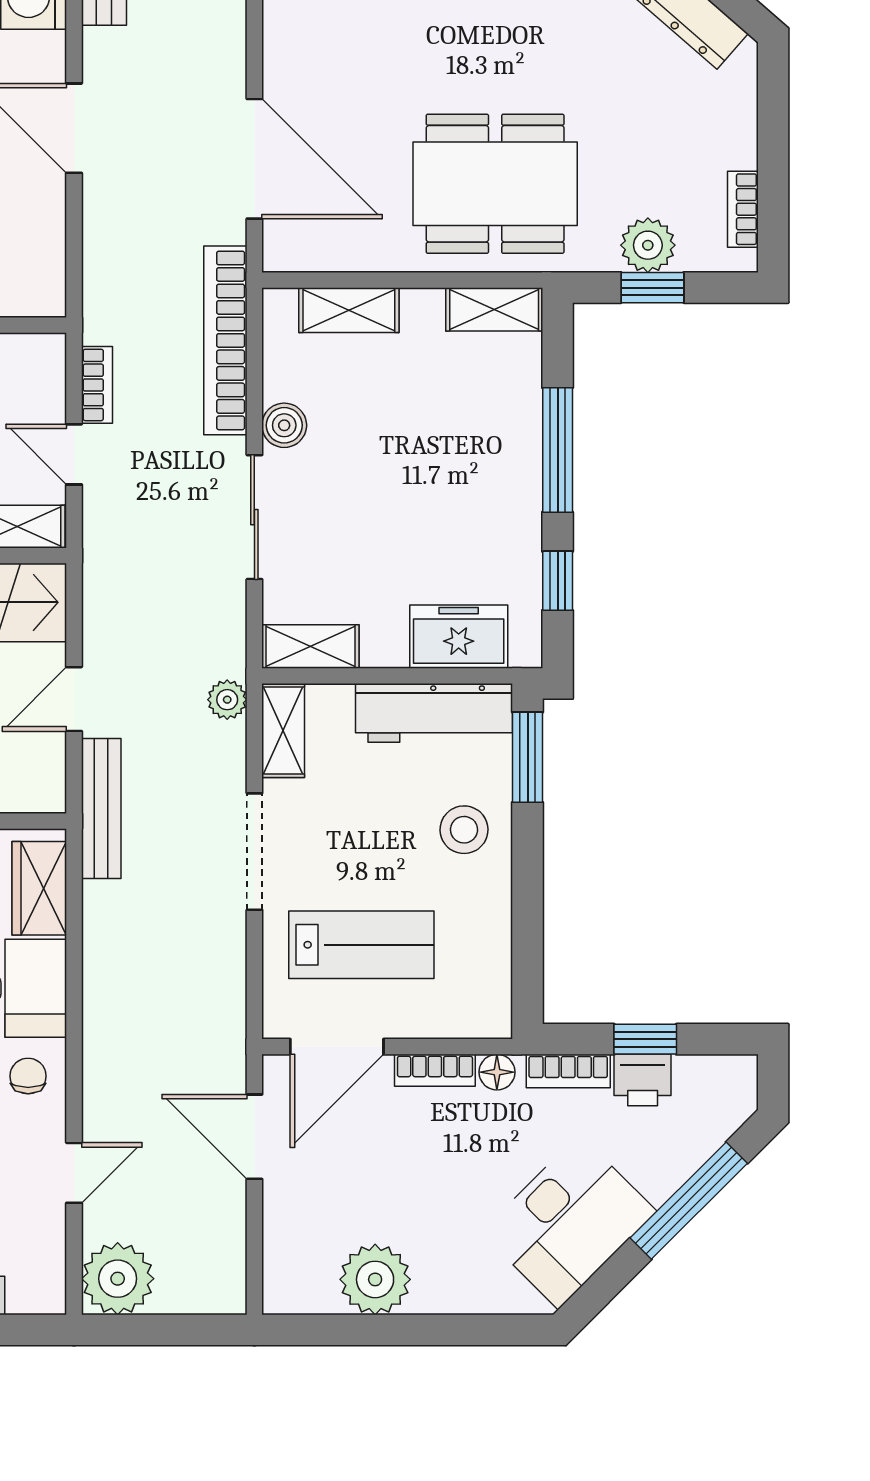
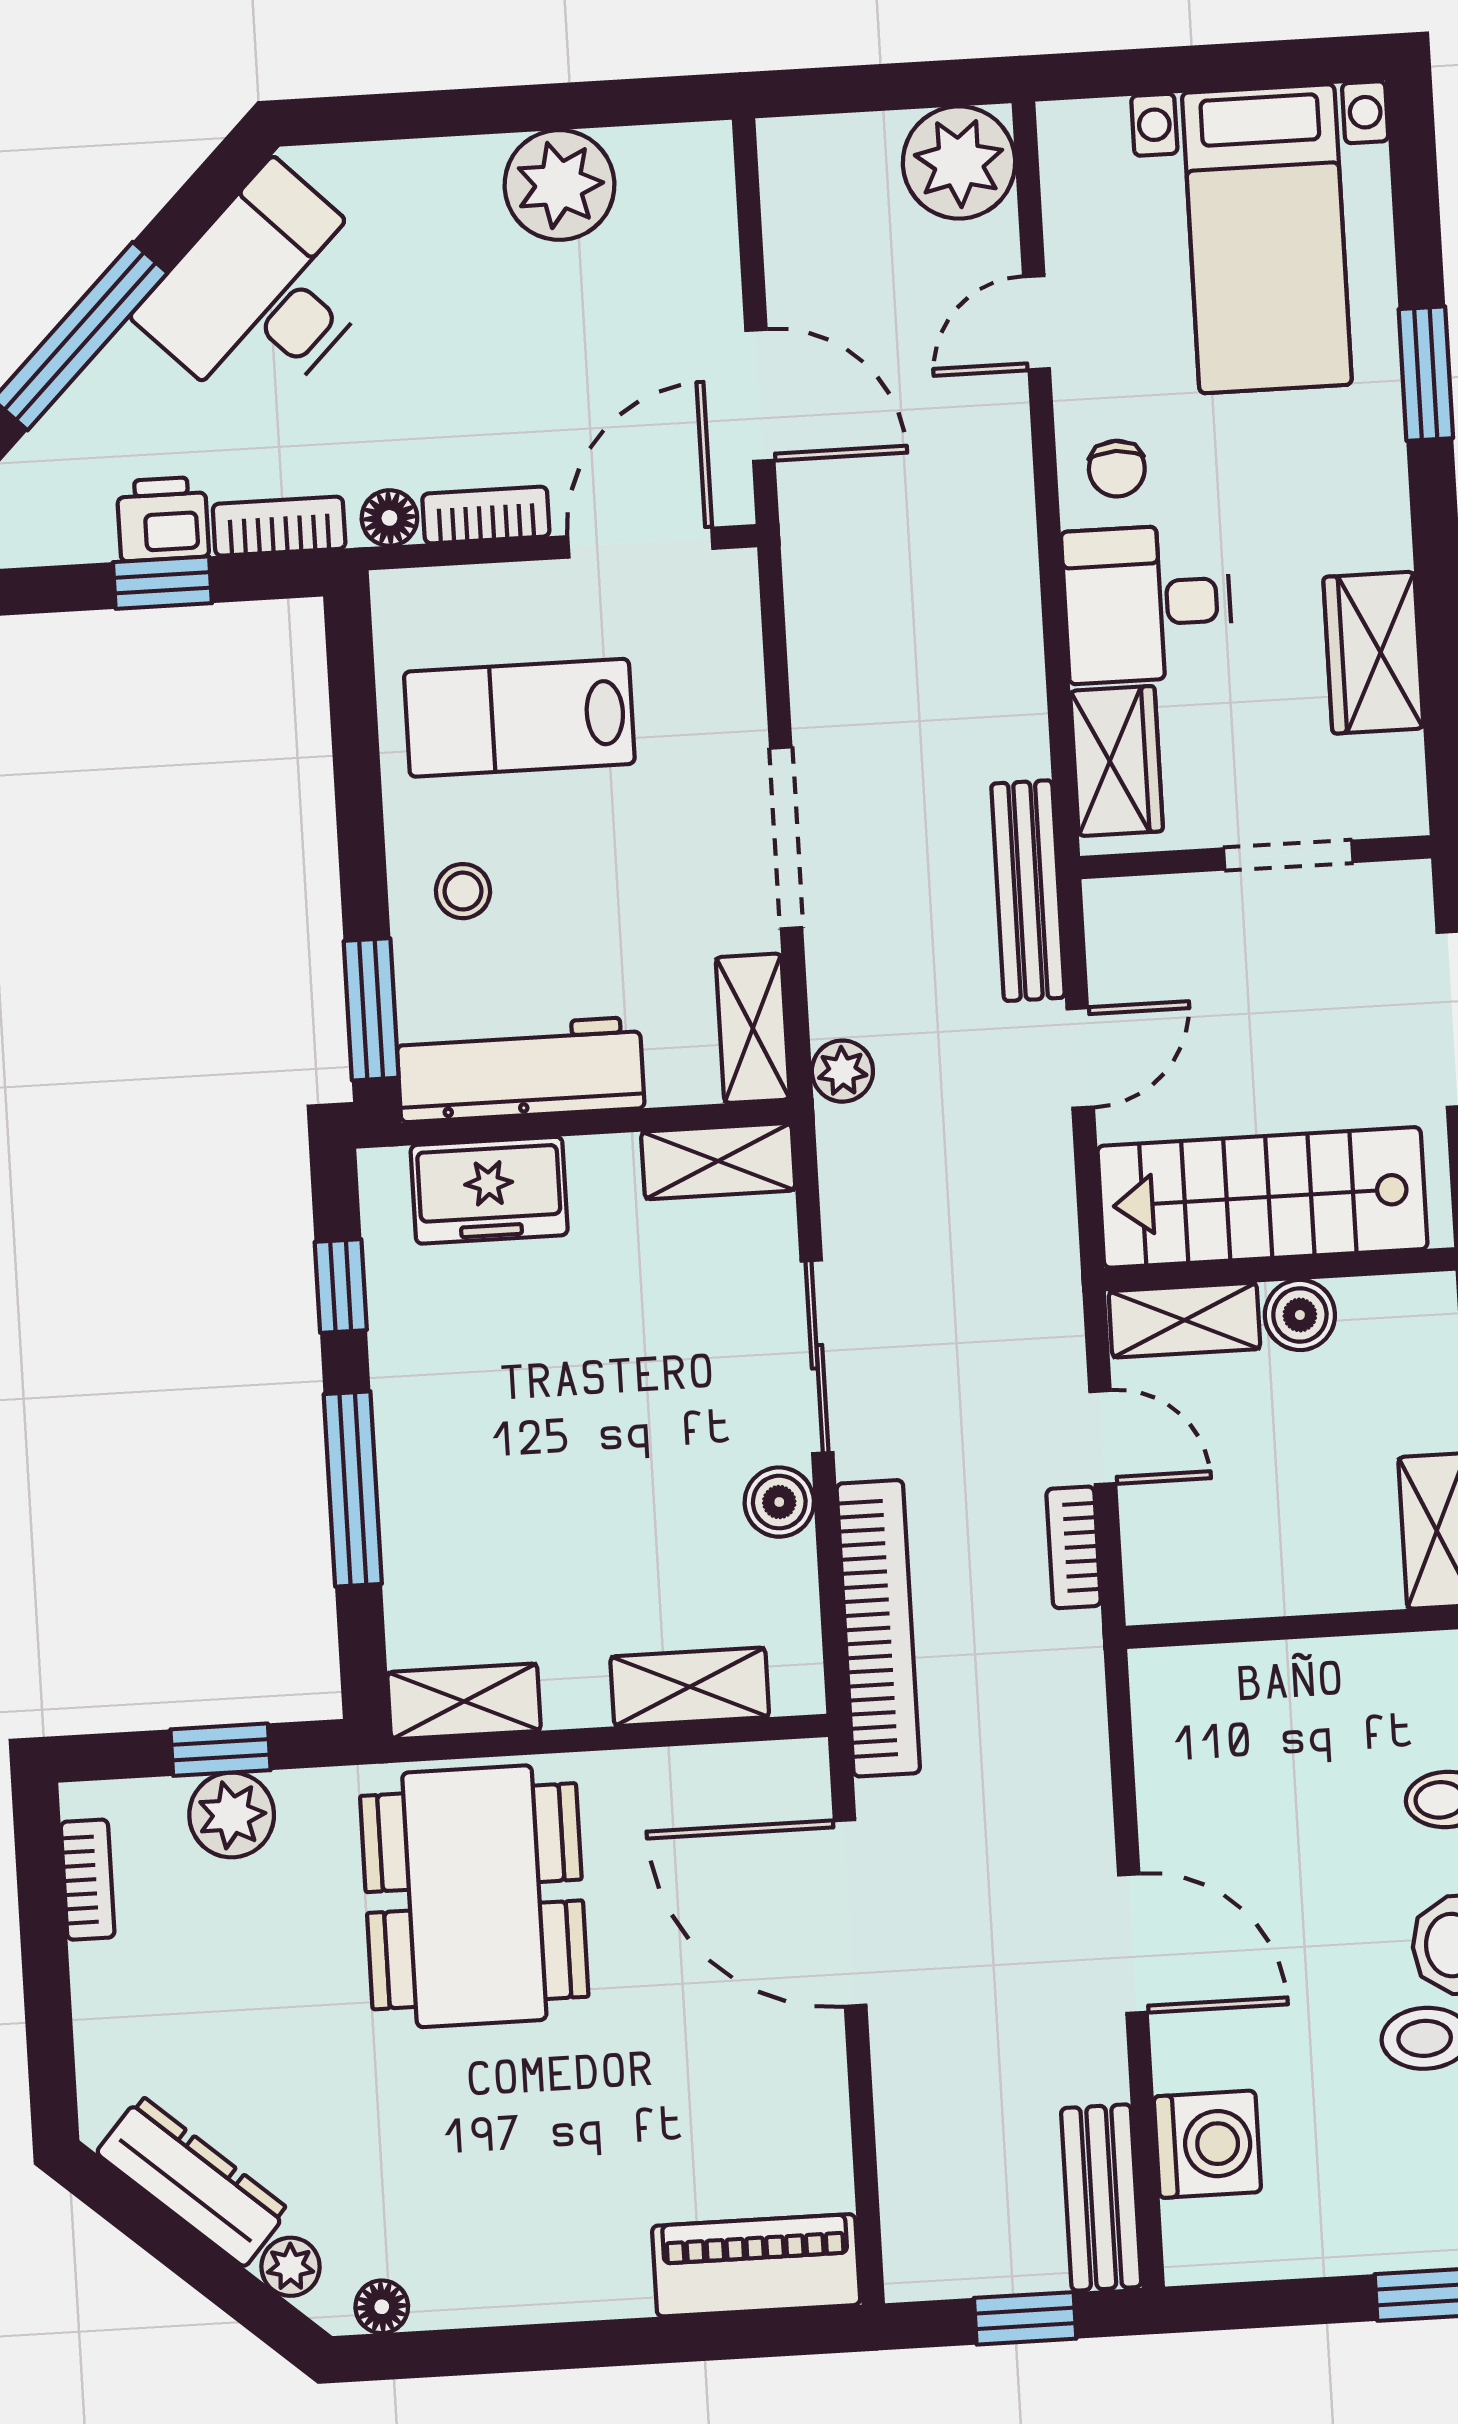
dining table: (495, 184) -> (474, 1896), turned 90
stool: (464, 830) -> (463, 891), width x0.73, depth x0.73
lab bench: (361, 945) -> (519, 718), moved

